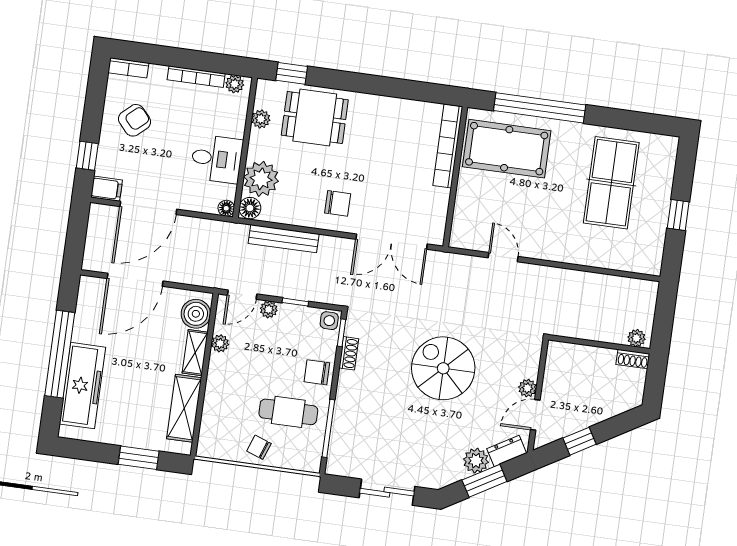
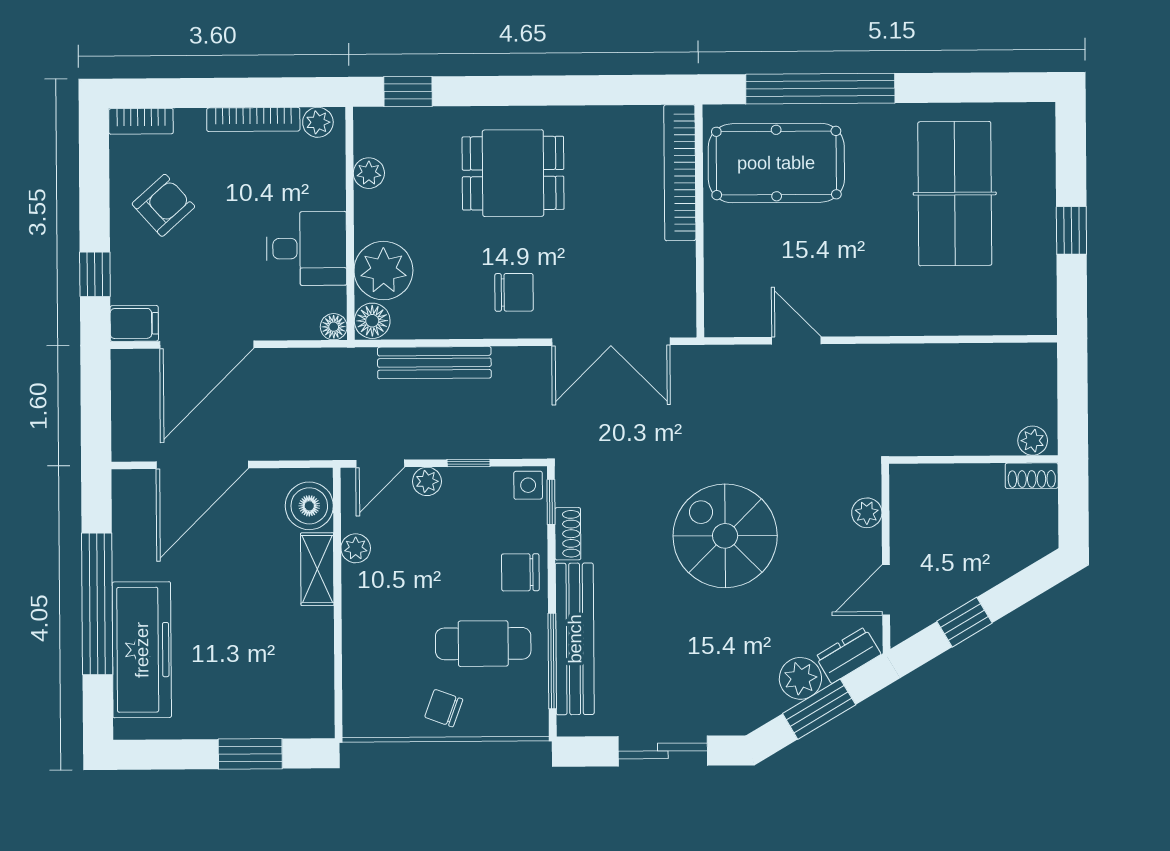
dining table: (315, 117) -> (513, 173), moved
plant: (527, 388) -> (867, 513), moved
shelving: (184, 408) -> (313, 662), removed
bench: (344, 417) -> (575, 639), added

